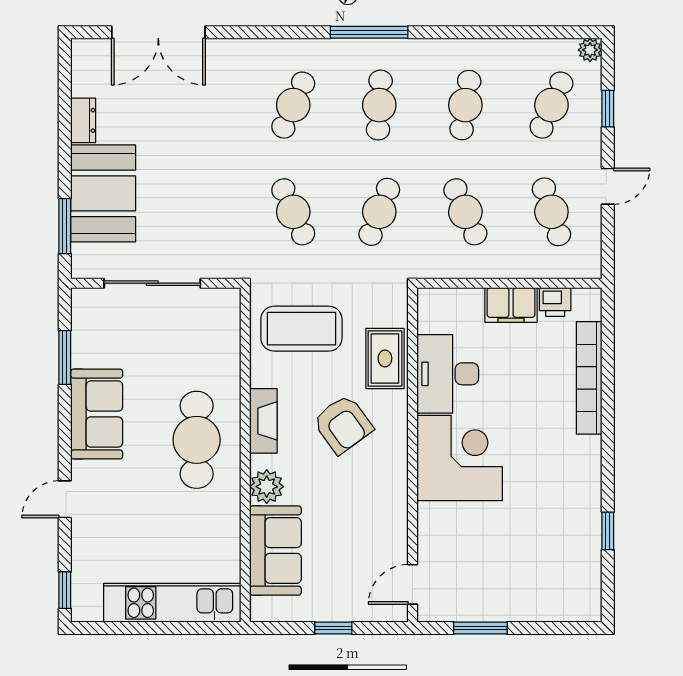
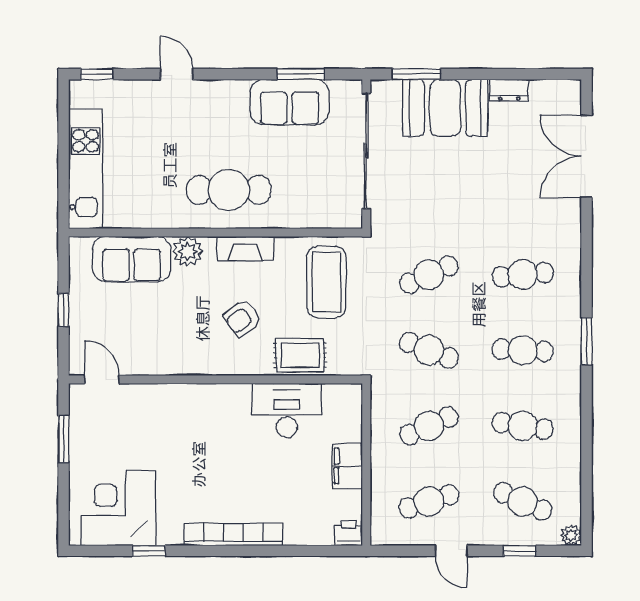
window: (369, 32) -> (587, 341), width x0.69
cafe table: (293, 105) -> (523, 275), turned -30
sliding door: (152, 283) -> (366, 151), width x1.36
printer: (555, 302) -> (349, 533), moved, turned 90
bookcase: (589, 378) -> (233, 534), moved
sofa: (97, 414) -> (290, 102), moved
armchair: (343, 424) -> (242, 318), width x0.72, depth x0.72
corner desk: (460, 458) -> (118, 508), moved, turned 180

